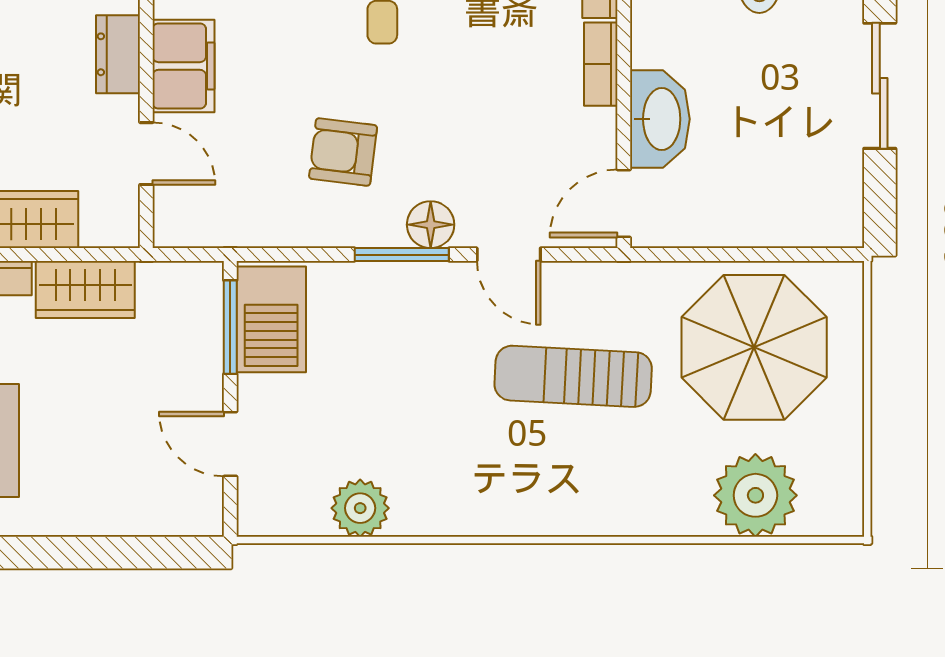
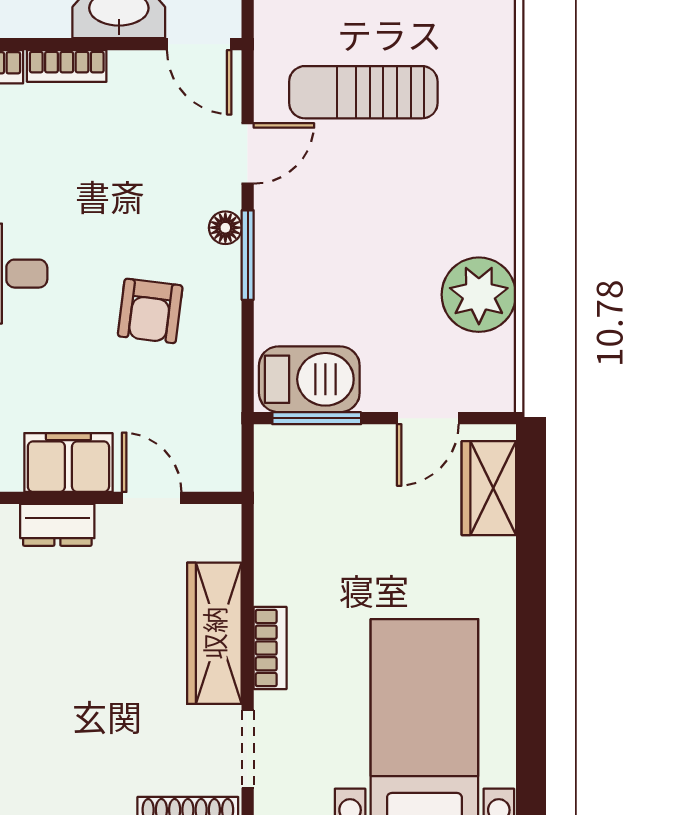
door: (146, 154) -> (152, 498), hinge flipped
floor lamp: (431, 225) -> (225, 228), width x0.73, depth x0.73
wardrobe: (85, 289) -> (489, 488), moved, turned 180
sun lounger: (573, 376) -> (363, 92), turned 87
plant: (360, 508) -> (479, 295), width x1.36, depth x1.36

